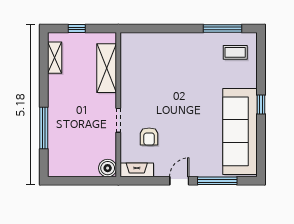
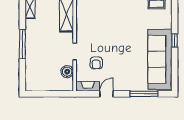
window: (44, 128) -> (22, 44), moved
boiler: (108, 168) -> (67, 72), moved
door: (179, 181) -> (106, 94), moved

